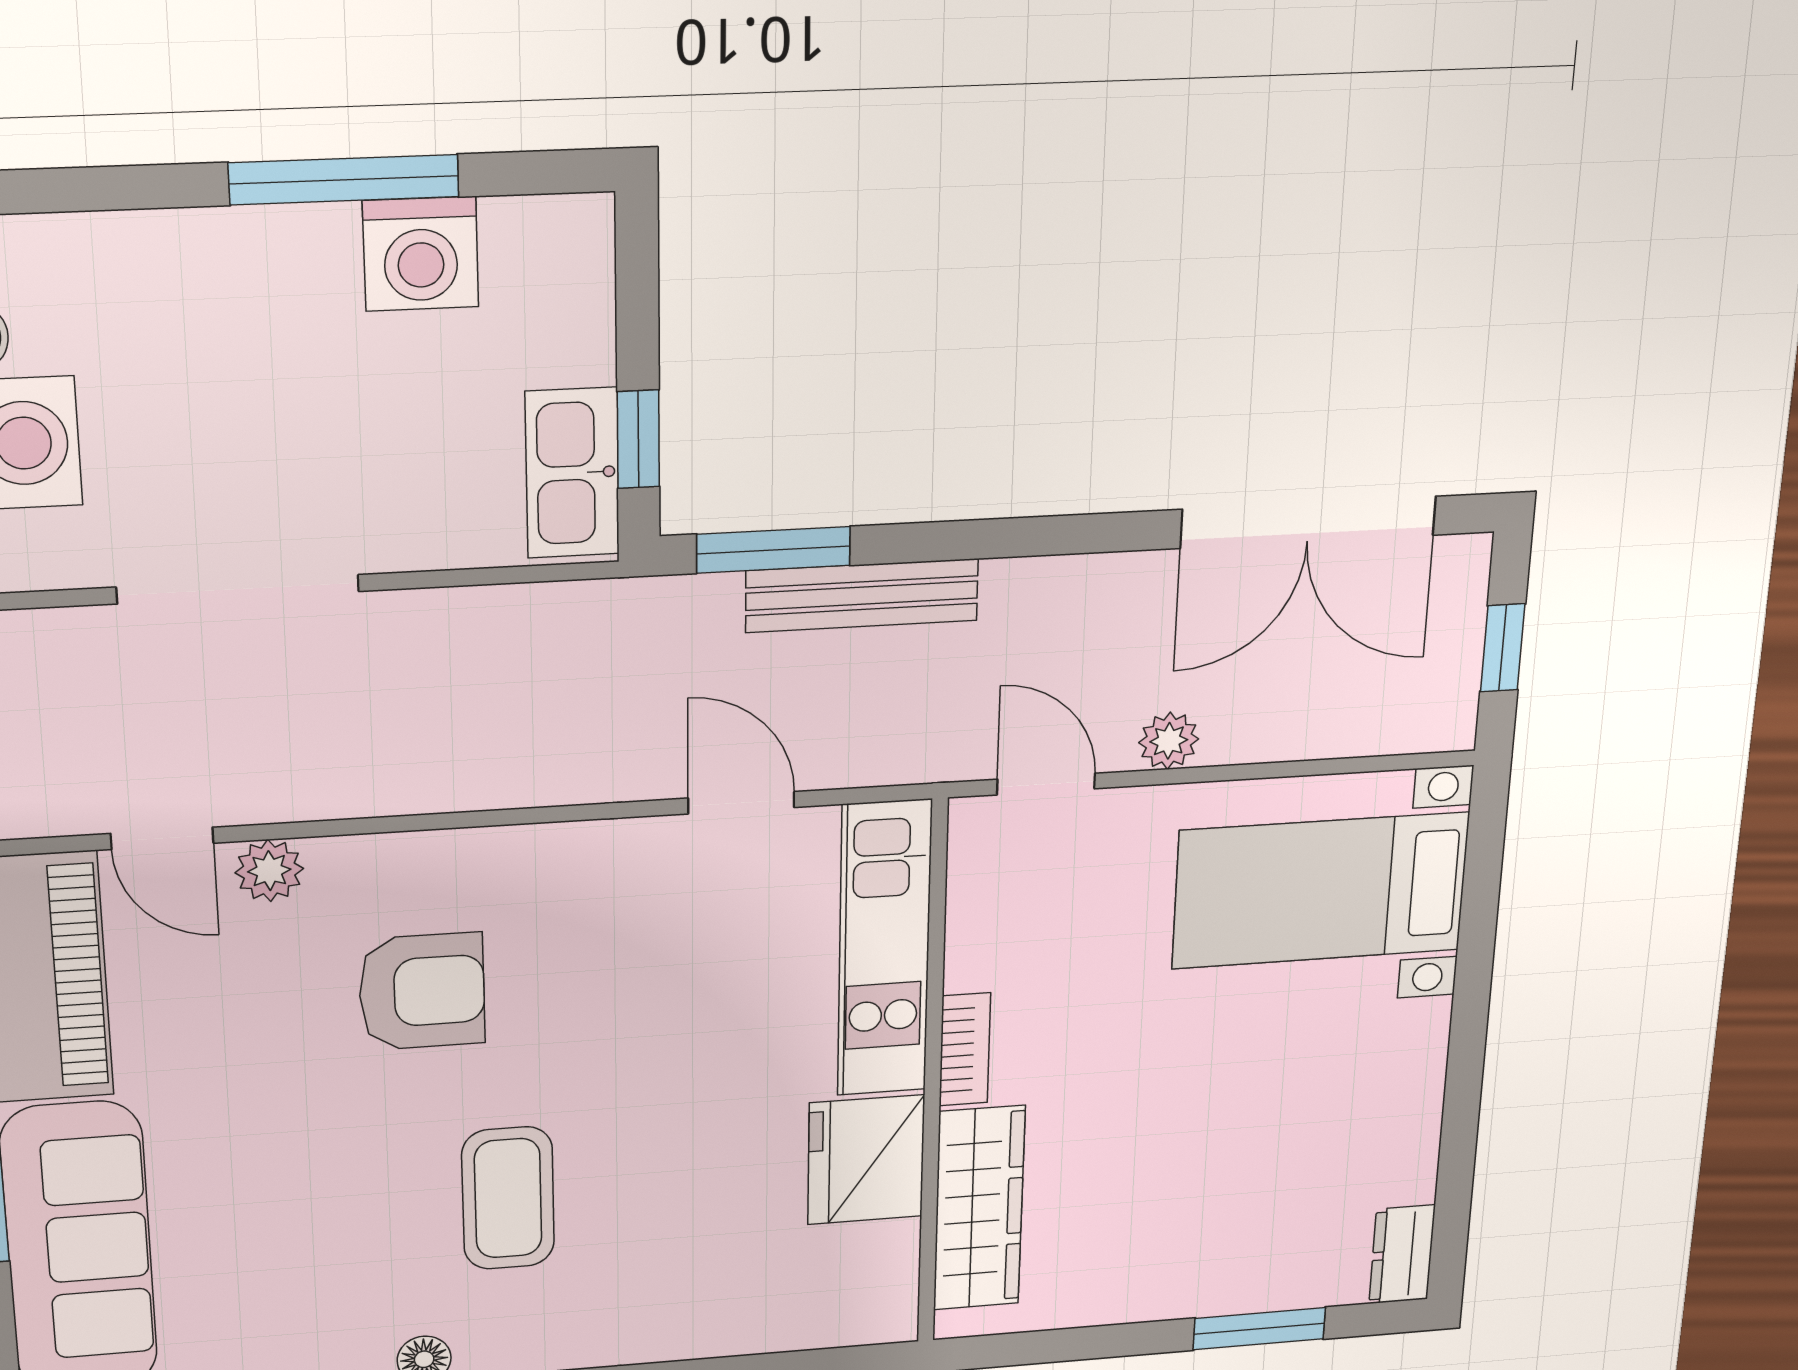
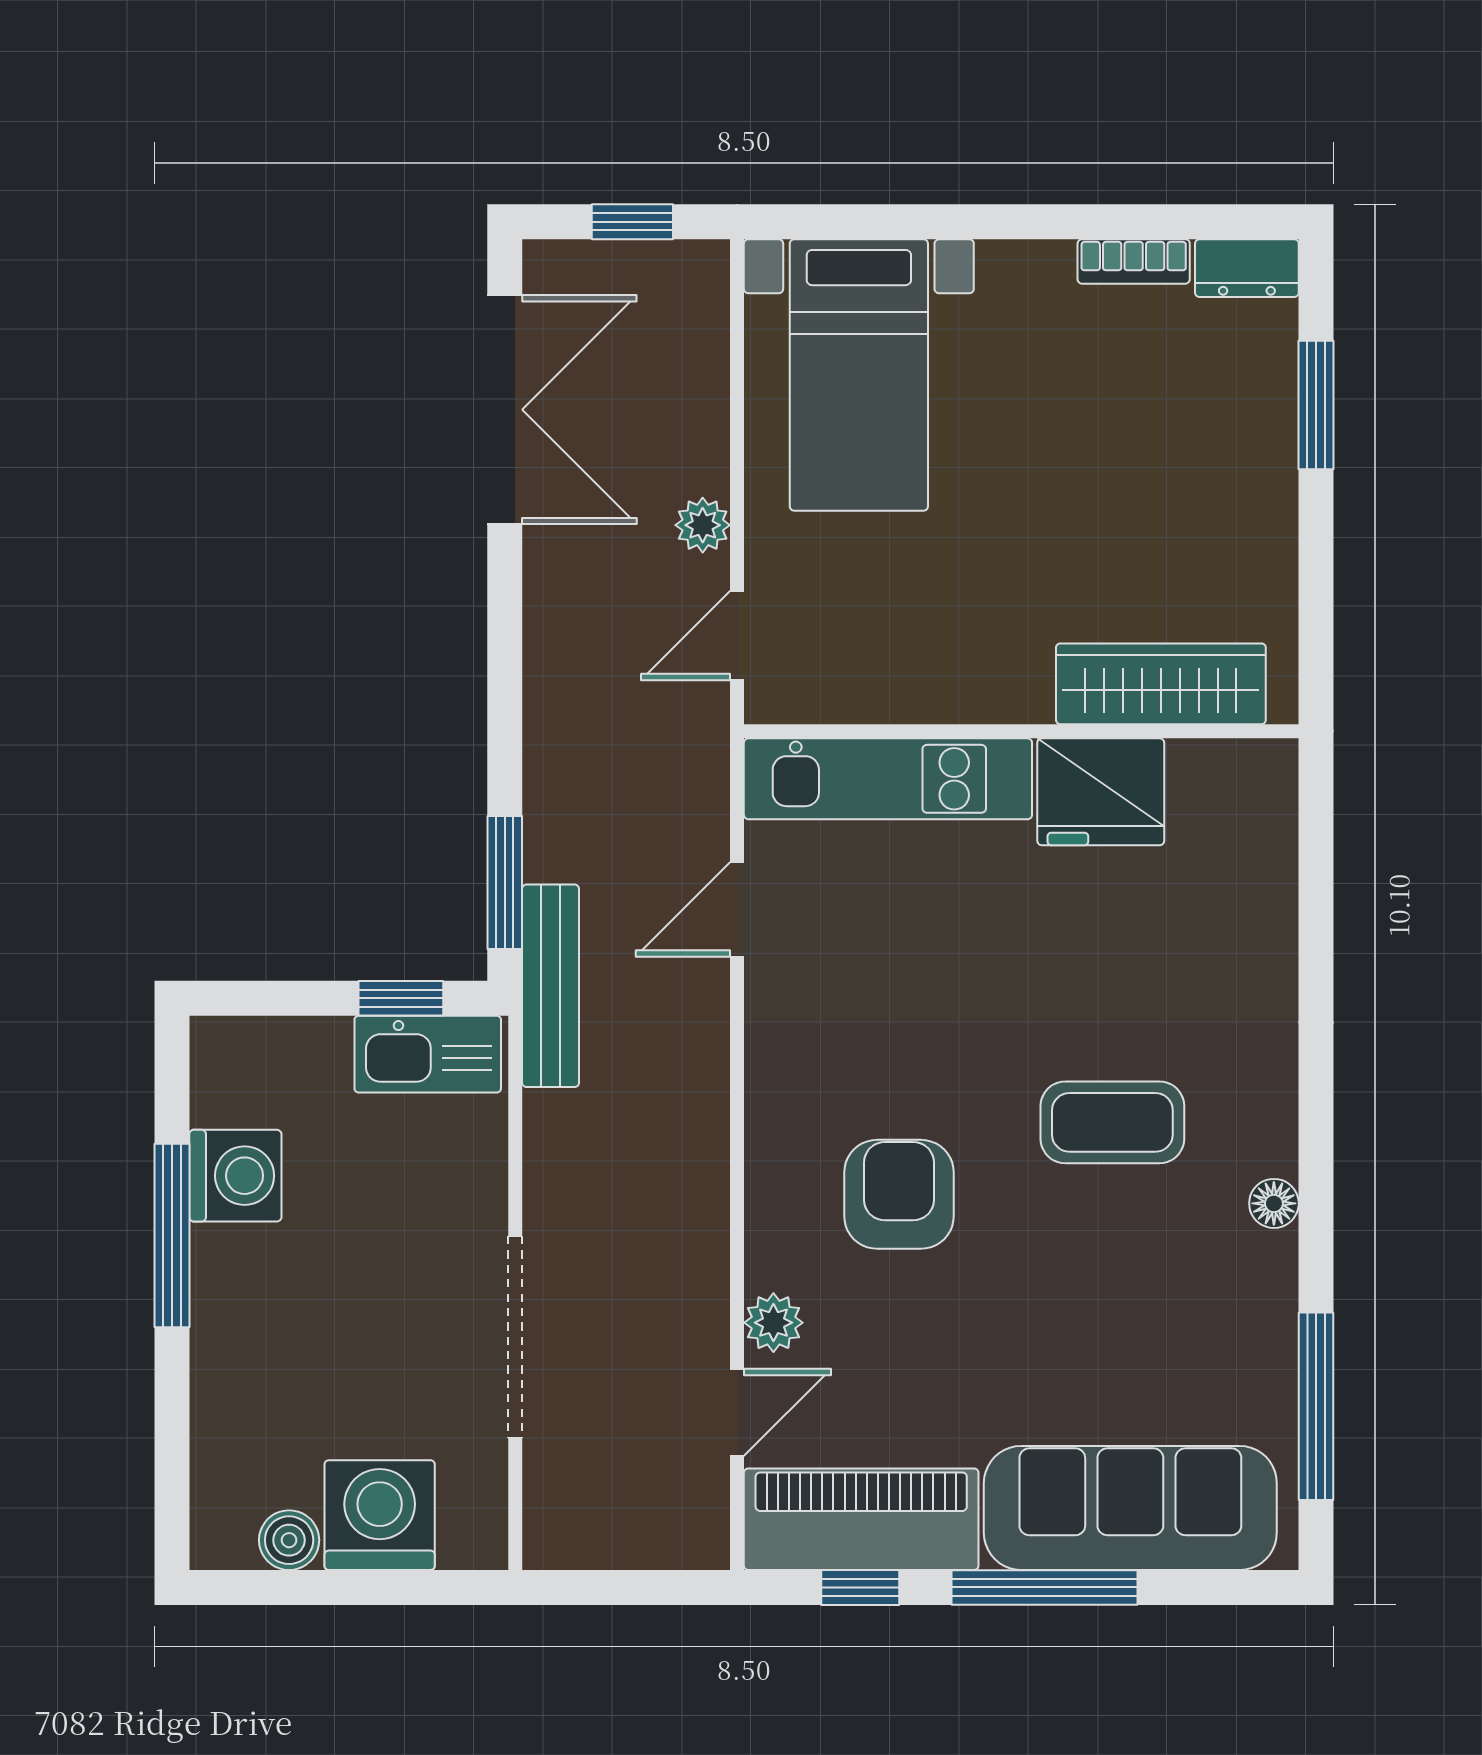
bench: (862, 596) -> (551, 986), moved
bookcase: (965, 1049) -> (1134, 261), moved, turned 180

